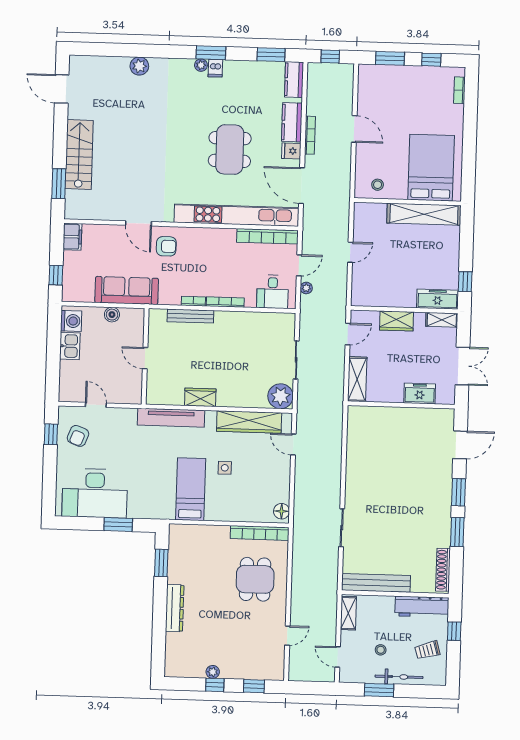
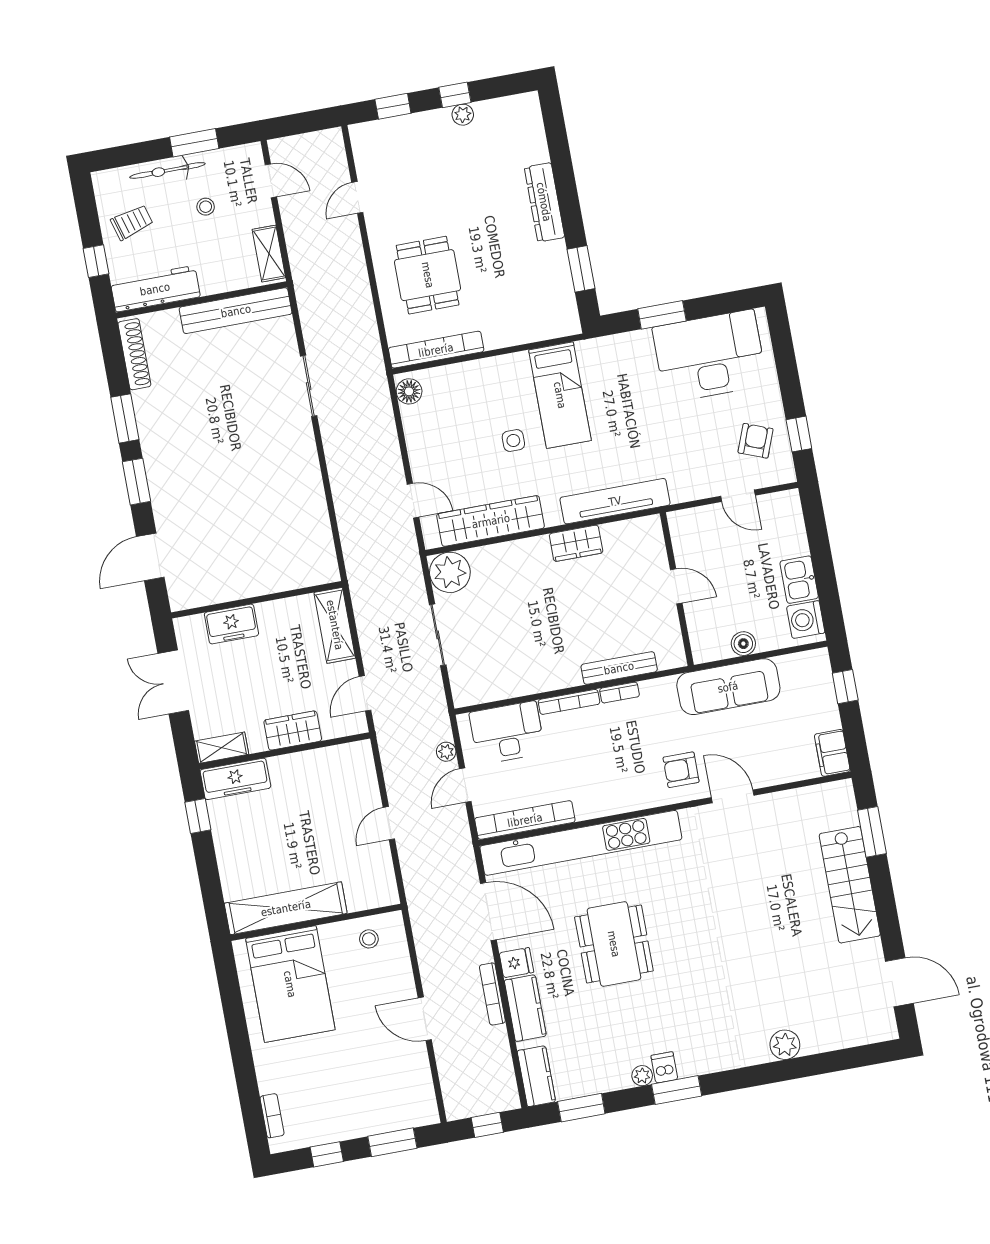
plant: (201, 65) -> (642, 1076), moved
desk: (273, 292) -> (507, 733), width x1.37

